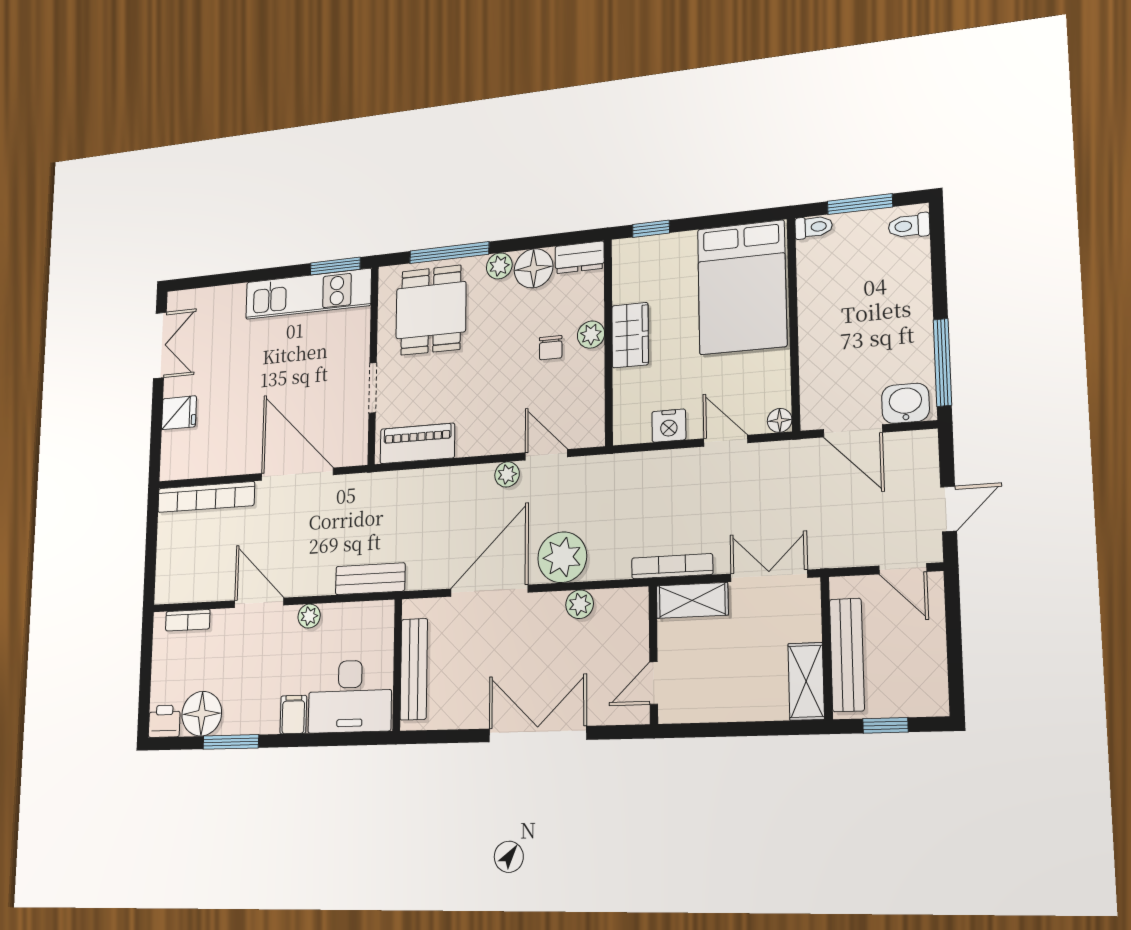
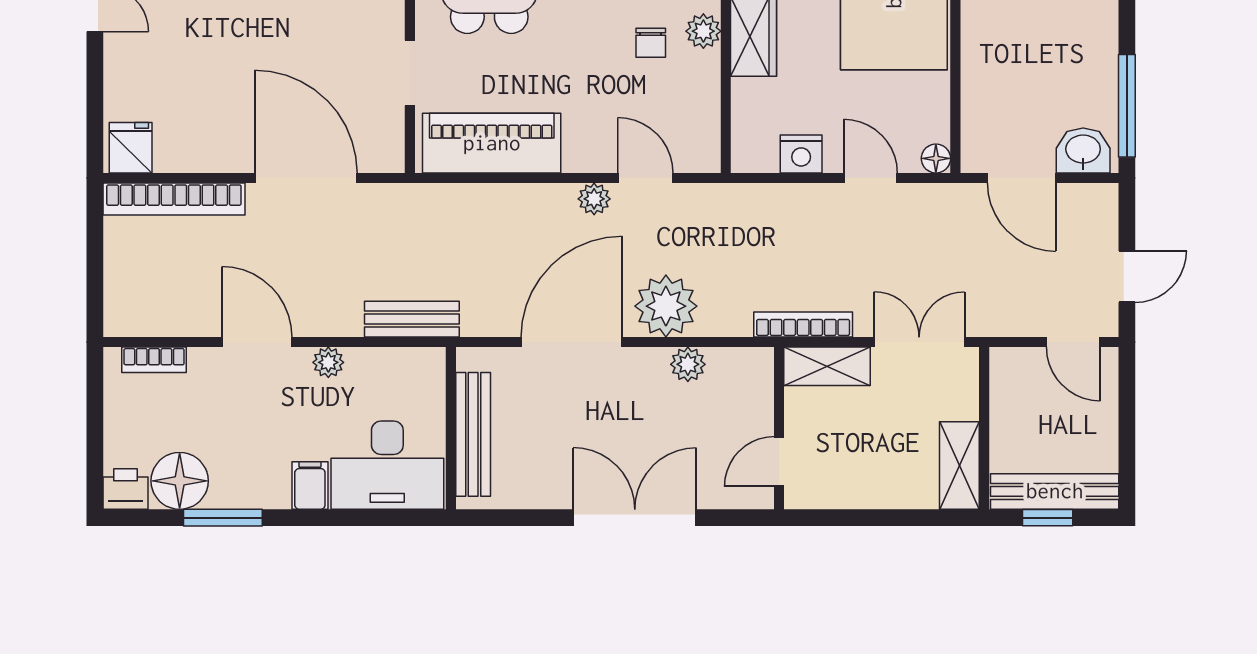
fridge: (179, 413) -> (131, 148), moved, turned -90
piano: (417, 443) -> (492, 143), width x1.37, depth x1.33
bench: (847, 655) -> (1055, 491), moved, turned 90

